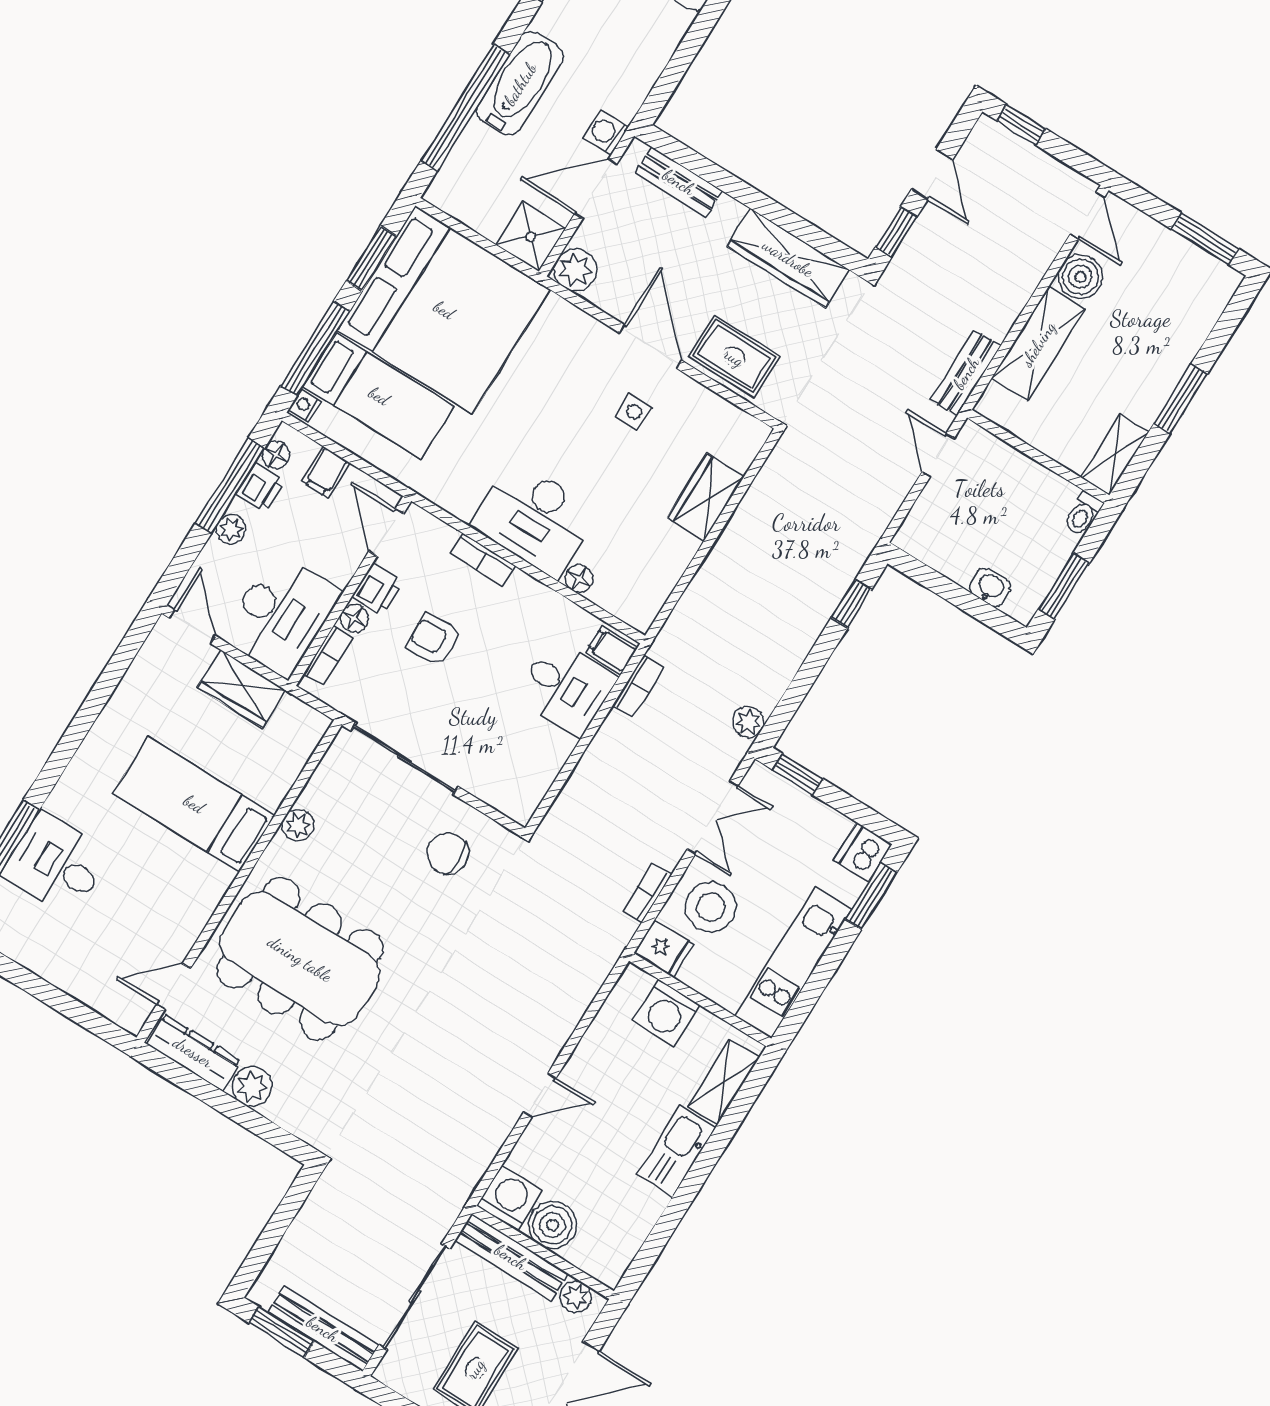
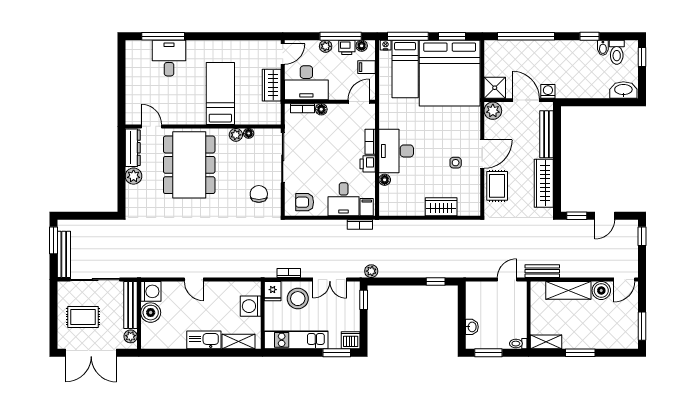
bathtub: (520, 84) -> (546, 50), removed
bench: (679, 182) -> (546, 134), width x1.36
printer: (377, 589) -> (368, 164), moved, turned 90
armchair: (434, 639) -> (305, 202), moved, turned -87
floor lamp: (311, 797) -> (249, 133), added

